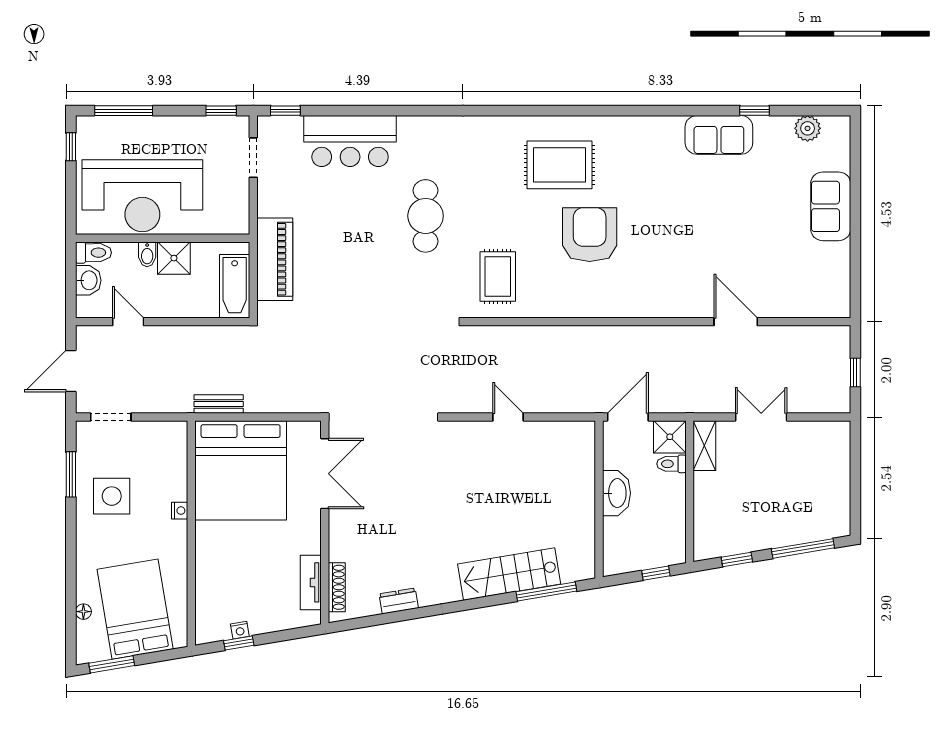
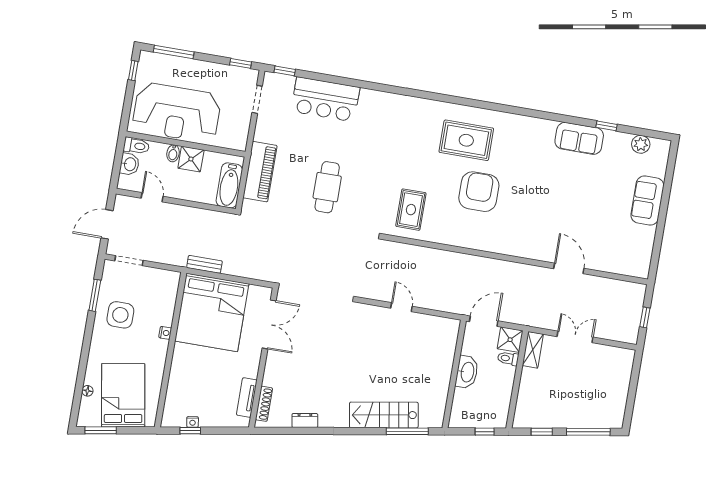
cafe table: (426, 216) -> (327, 187), moved

